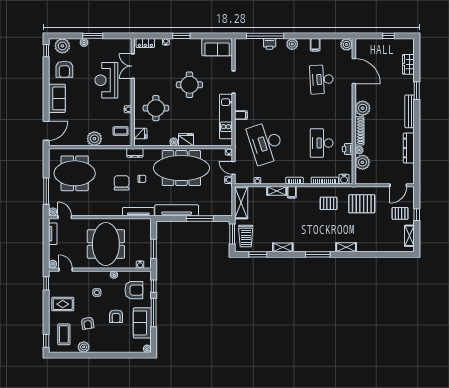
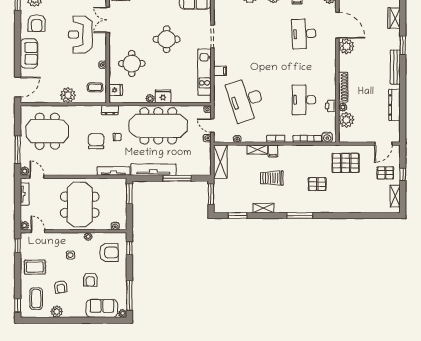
plant: (363, 108) -> (346, 46), moved
pallet: (329, 203) -> (317, 184), moved
trolley: (246, 236) -> (272, 178), moved, turned 90
shelving: (346, 247) -> (329, 208), removed
window: (154, 249) -> (129, 194), moved
window: (154, 312) -> (129, 295), moved
sofa: (142, 323) -> (102, 308), moved, turned 90

